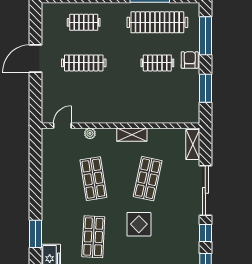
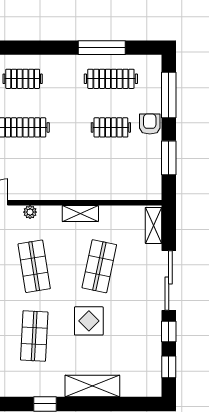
clothes rail: (157, 22) -> (111, 79), width x0.73, depth x0.76

